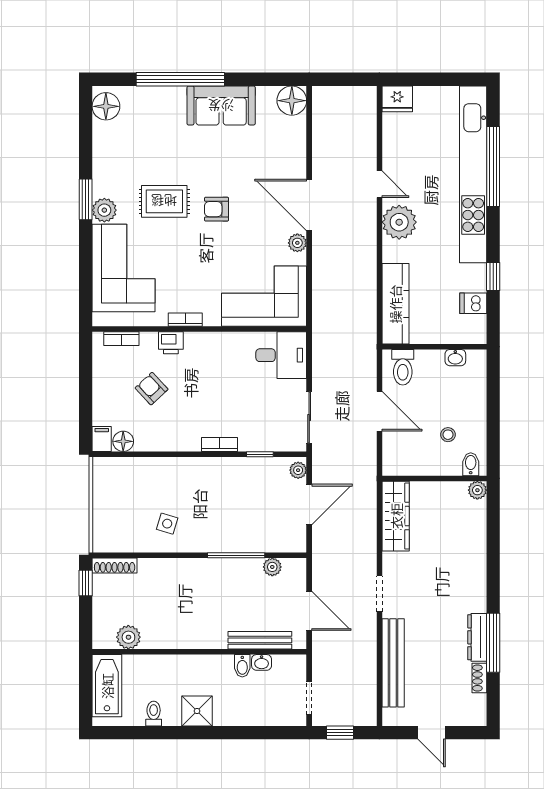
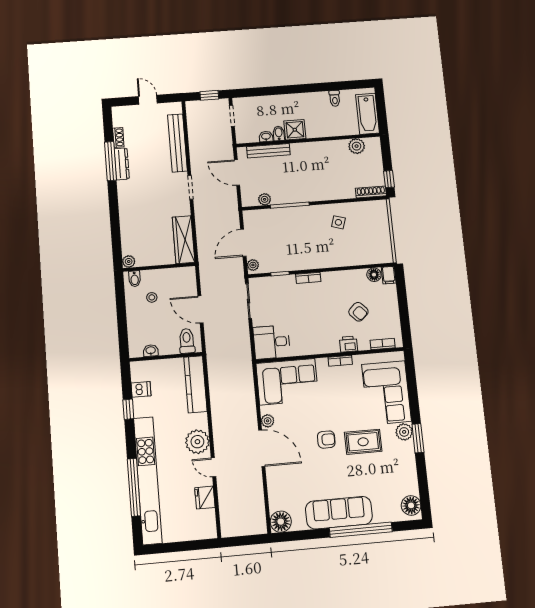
fridge: (397, 99) -> (205, 498), moved, turned -90
sofa: (221, 106) -> (339, 513), width x1.36
shower: (197, 711) -> (295, 130), moved

